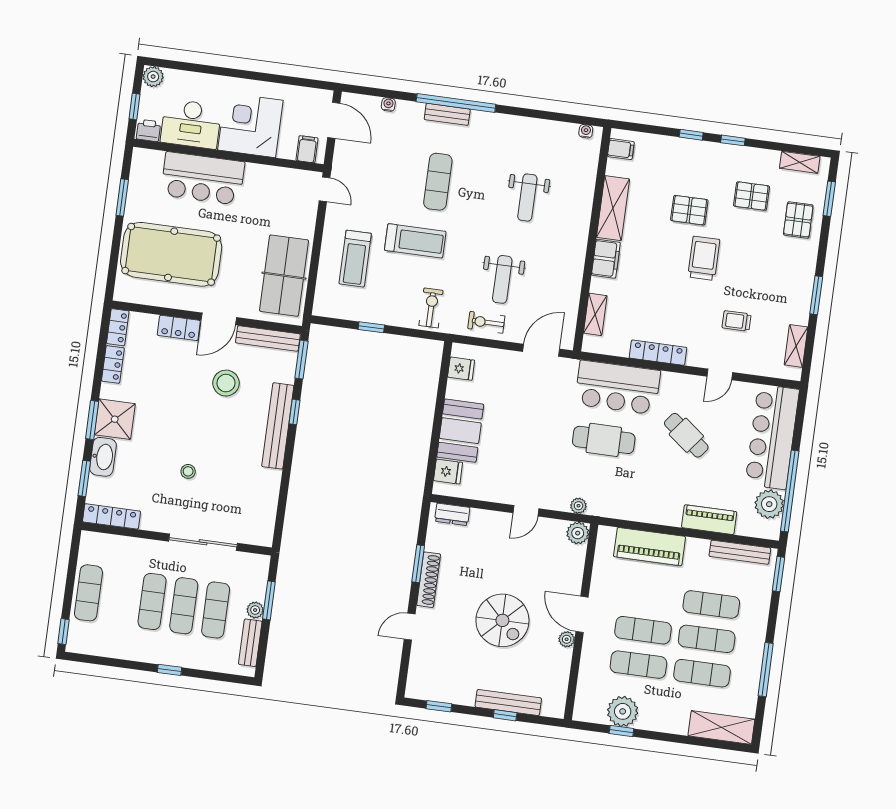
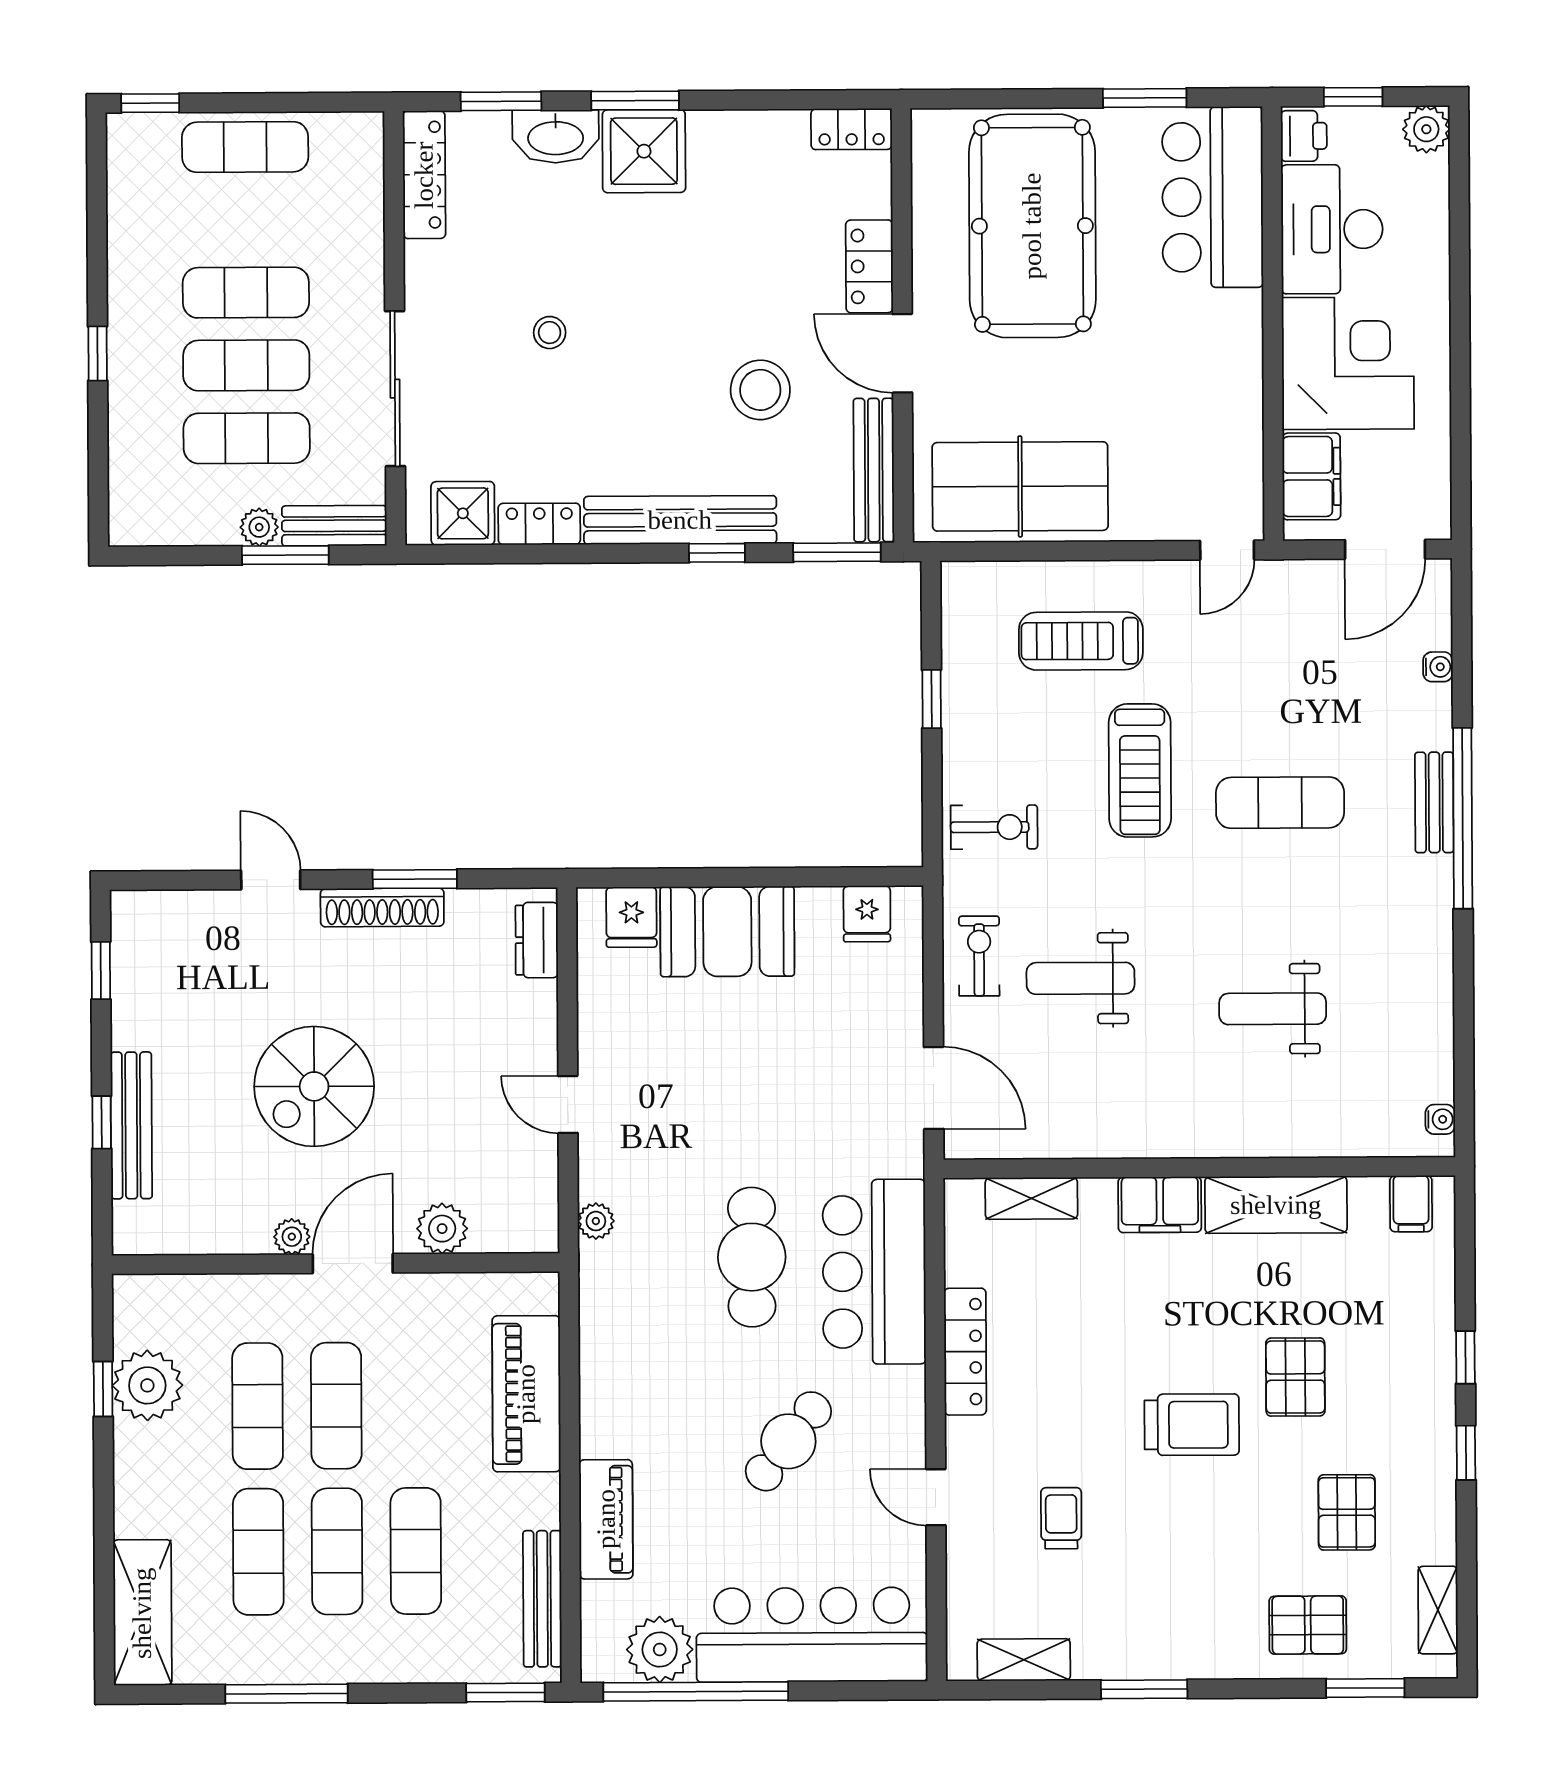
filing cabinet: (307, 149) -> (1311, 476), width x2.00
bar counter: (203, 178) -> (1213, 197), moved
locker: (113, 364) -> (539, 524), moved, turned 180
shower: (262, 520) -> (463, 513), added
plant: (578, 533) -> (442, 1229), moved
bench: (250, 643) -> (334, 526), moved

